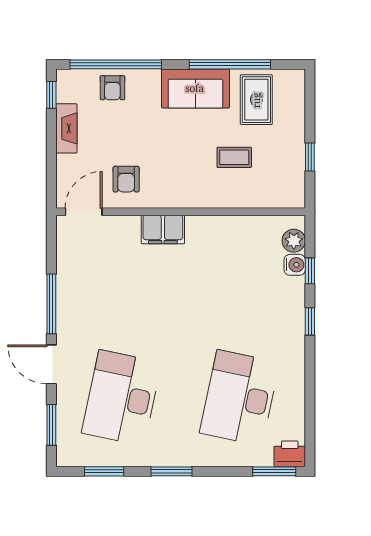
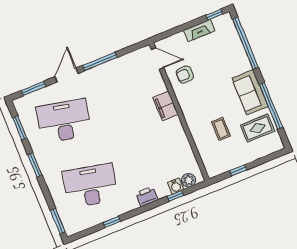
armchair: (112, 88) -> (232, 47), removed
window: (310, 321) -> (112, 222), moved
printer: (290, 454) -> (147, 196), moved, turned -90

